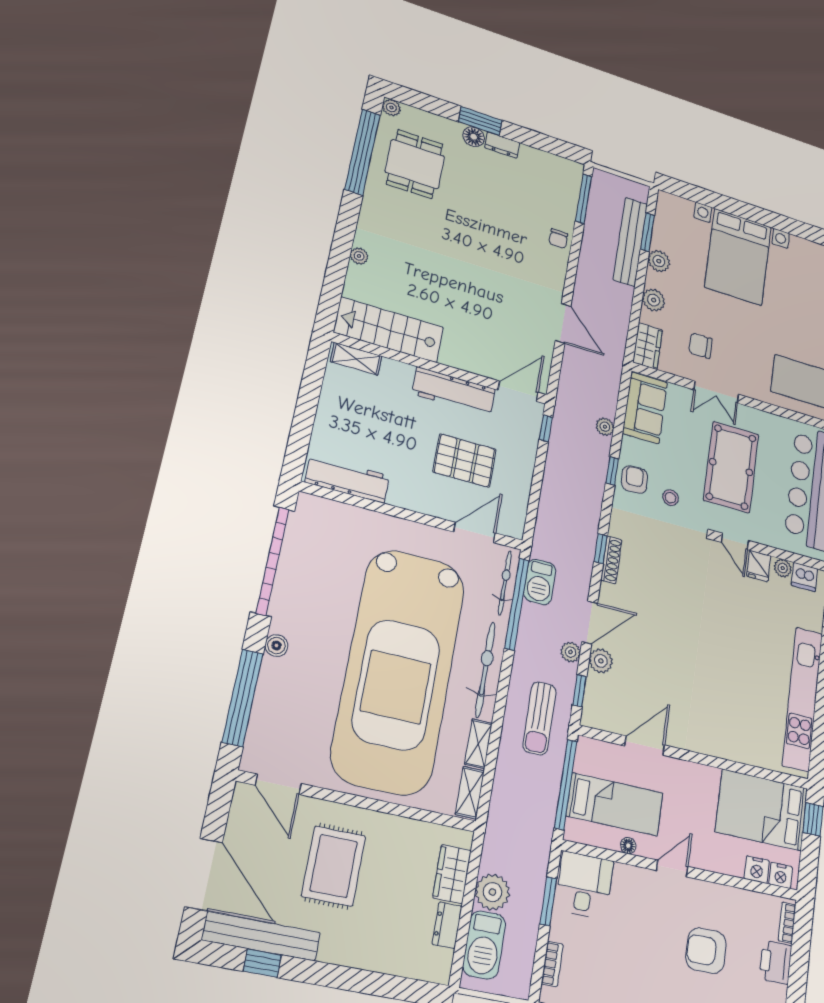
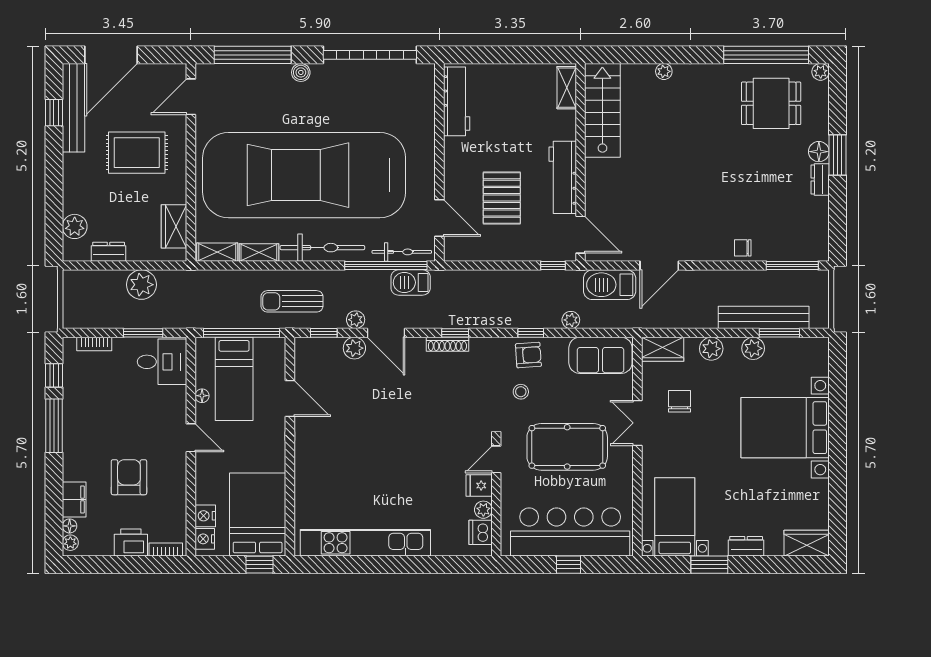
wardrobe: (452, 874) -> (174, 226), moved, turned -90
barbecue: (484, 945) -> (610, 285), moved
plant: (409, 962) -> (75, 226), added

